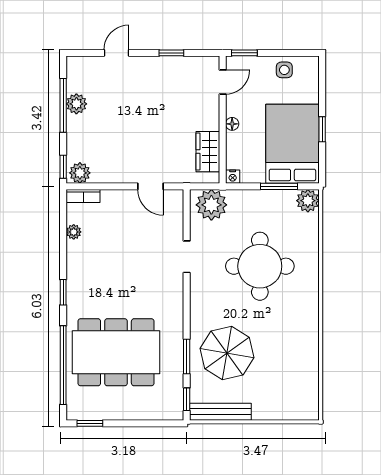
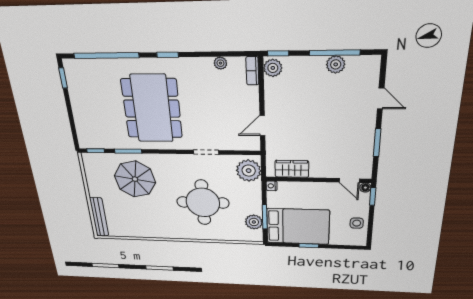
window: (171, 53) -> (377, 143), width x1.50
floor lamp: (232, 124) -> (365, 188), moved
plant: (308, 201) -> (254, 222), moved
dining table: (116, 352) -> (152, 109), moved
bench: (220, 412) -> (99, 217), moved

